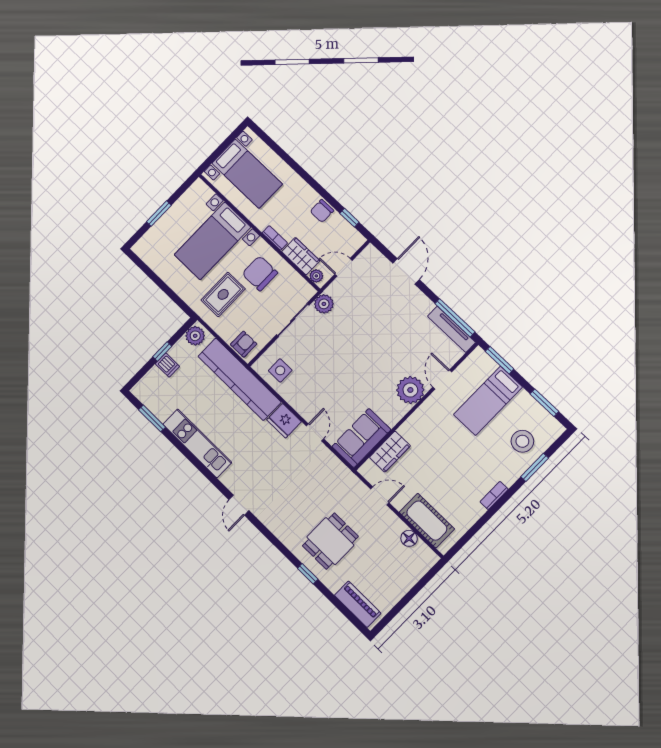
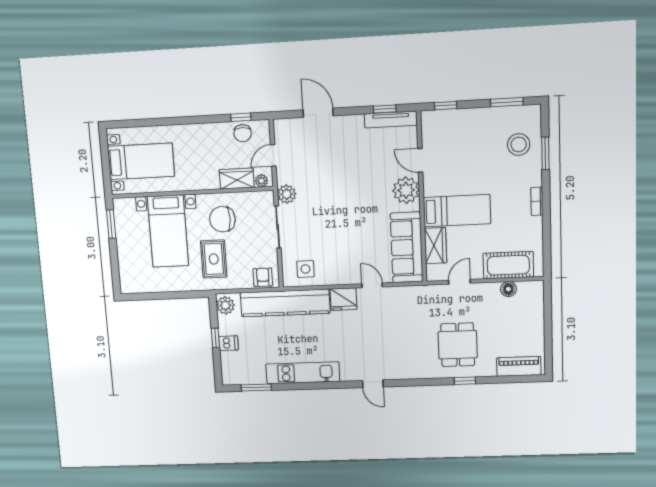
chair: (322, 211) -> (243, 133), moved
window: (159, 214) -> (111, 224), moved
bookcase: (275, 238) -> (206, 185), removed
window: (455, 318) -> (385, 109), width x0.46
window: (500, 360) -> (446, 106), width x0.67
bed: (488, 401) -> (457, 211), moved, turned -90
sofa: (361, 438) -> (407, 247), width x1.36

